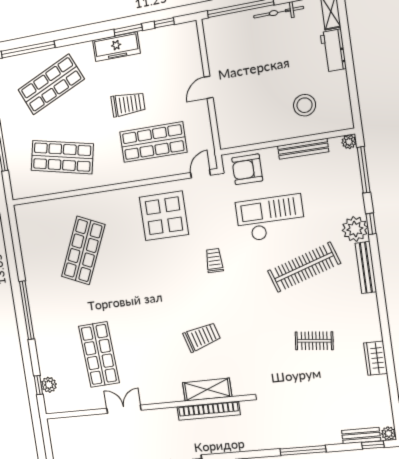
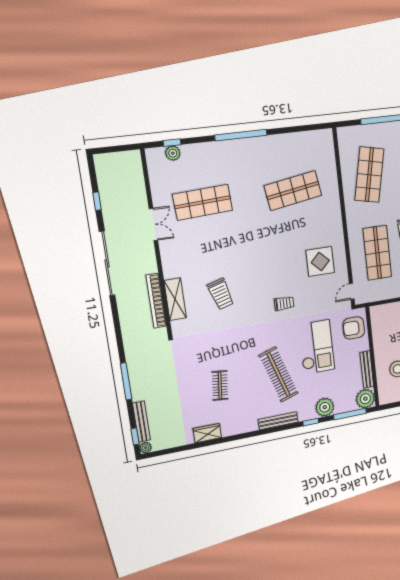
plant: (349, 142) -> (365, 399), width x1.88, depth x1.88
armchair: (247, 169) -> (354, 328), turned -90
door: (201, 174) -> (352, 291), swing flipped
display table: (164, 216) -> (320, 261), width x0.73, depth x0.73
plant: (355, 229) -> (325, 407), moved
shop shelf: (83, 251) -> (293, 191), turned -33
bench: (361, 436) -> (142, 422), width x1.36

